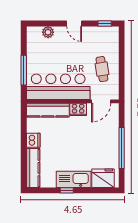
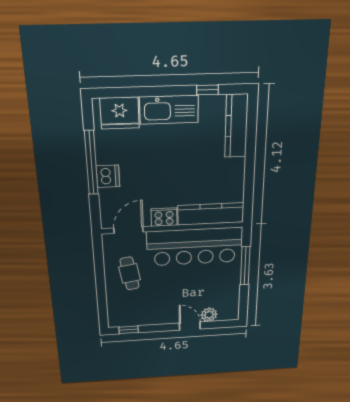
door: (74, 24) -> (190, 326), moved
dishwasher: (33, 140) -> (108, 176), moved, turned 180
window: (67, 190) -> (207, 90), moved

